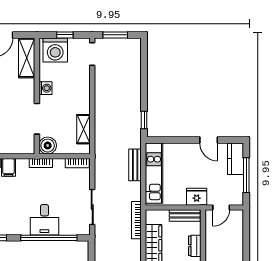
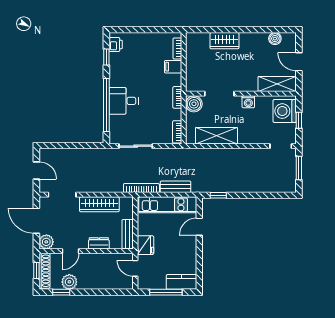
shelving: (83, 129) -> (216, 136), width x1.50, depth x1.33
door: (209, 140) -> (199, 227), moved
bookcase: (136, 220) -> (141, 188), moved

